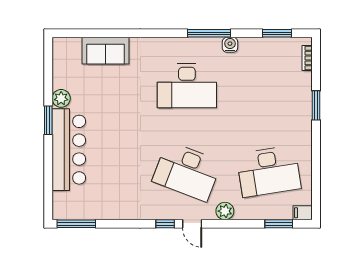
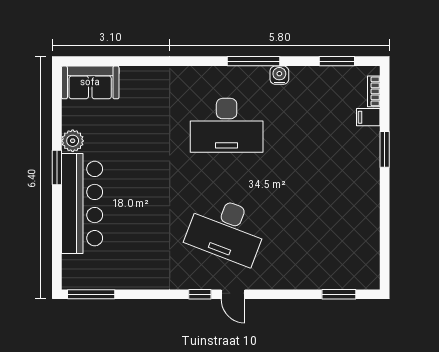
sofa: (105, 51) -> (90, 82), moved
desk: (269, 171) -> (327, 230), removed
plant: (225, 211) -> (273, 279), removed
filing cabinet: (303, 213) -> (368, 117), moved

